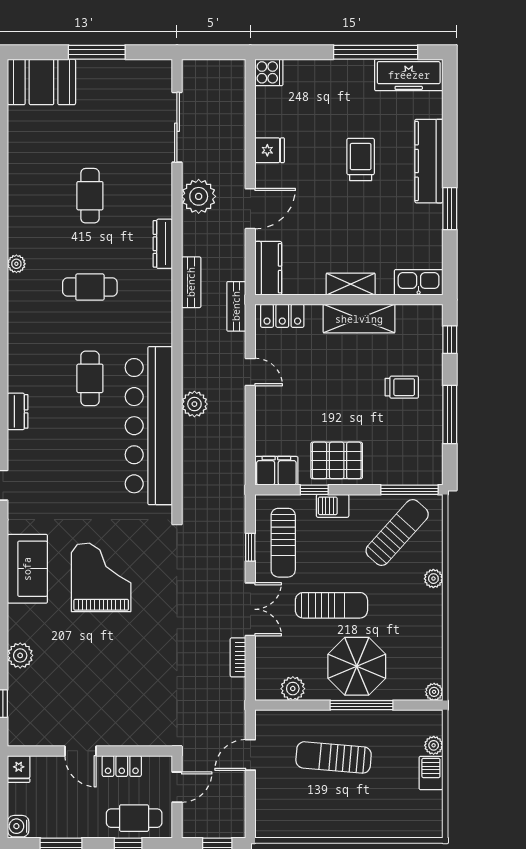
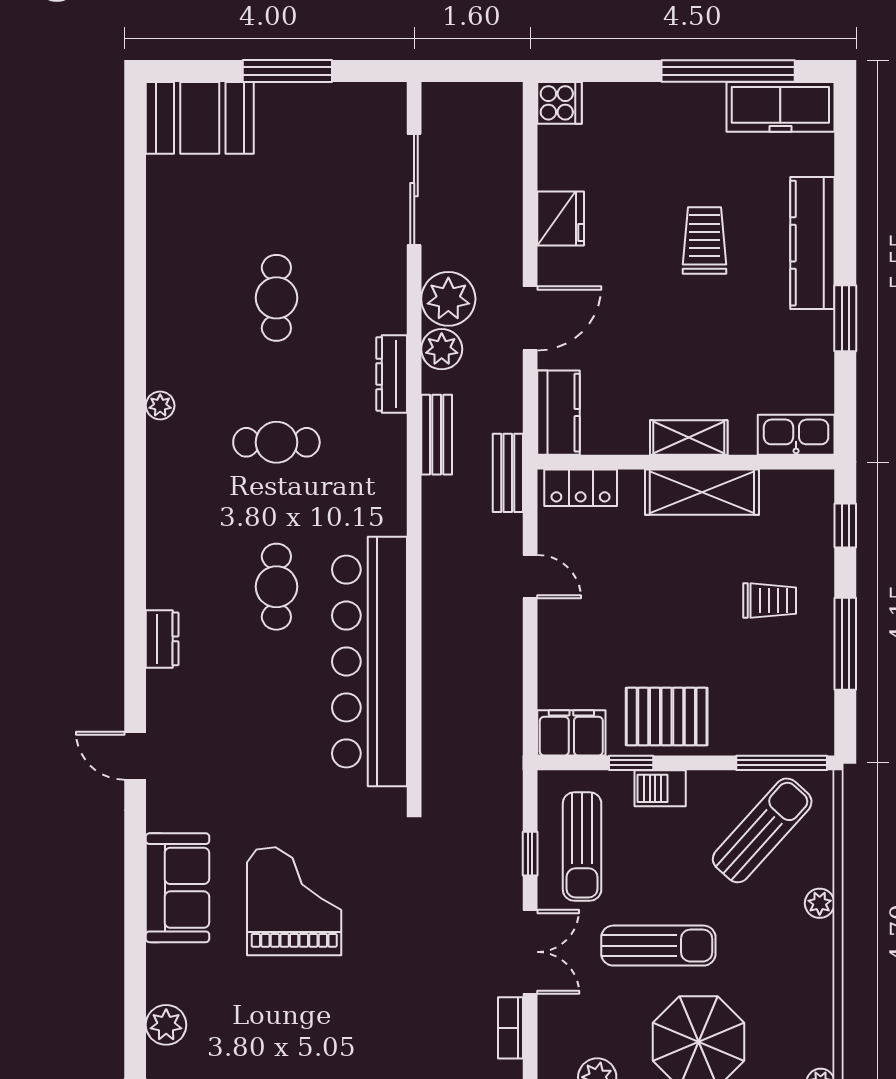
fridge: (270, 150) -> (561, 218), width x1.38
plant: (194, 404) -> (442, 349), moved

